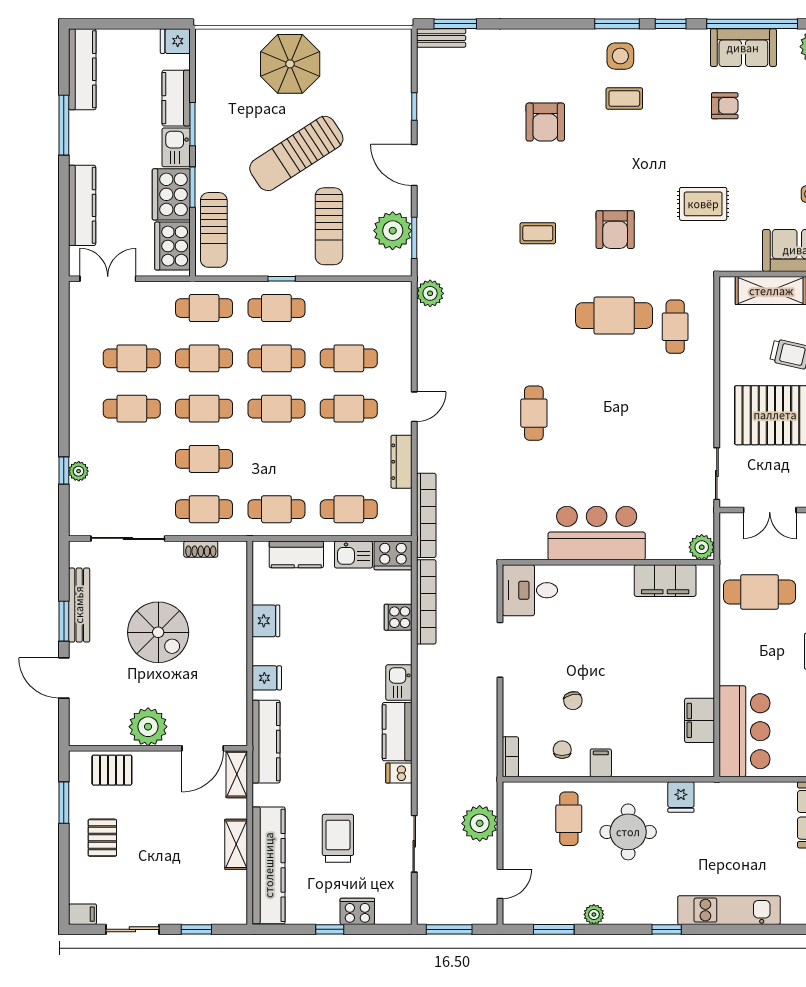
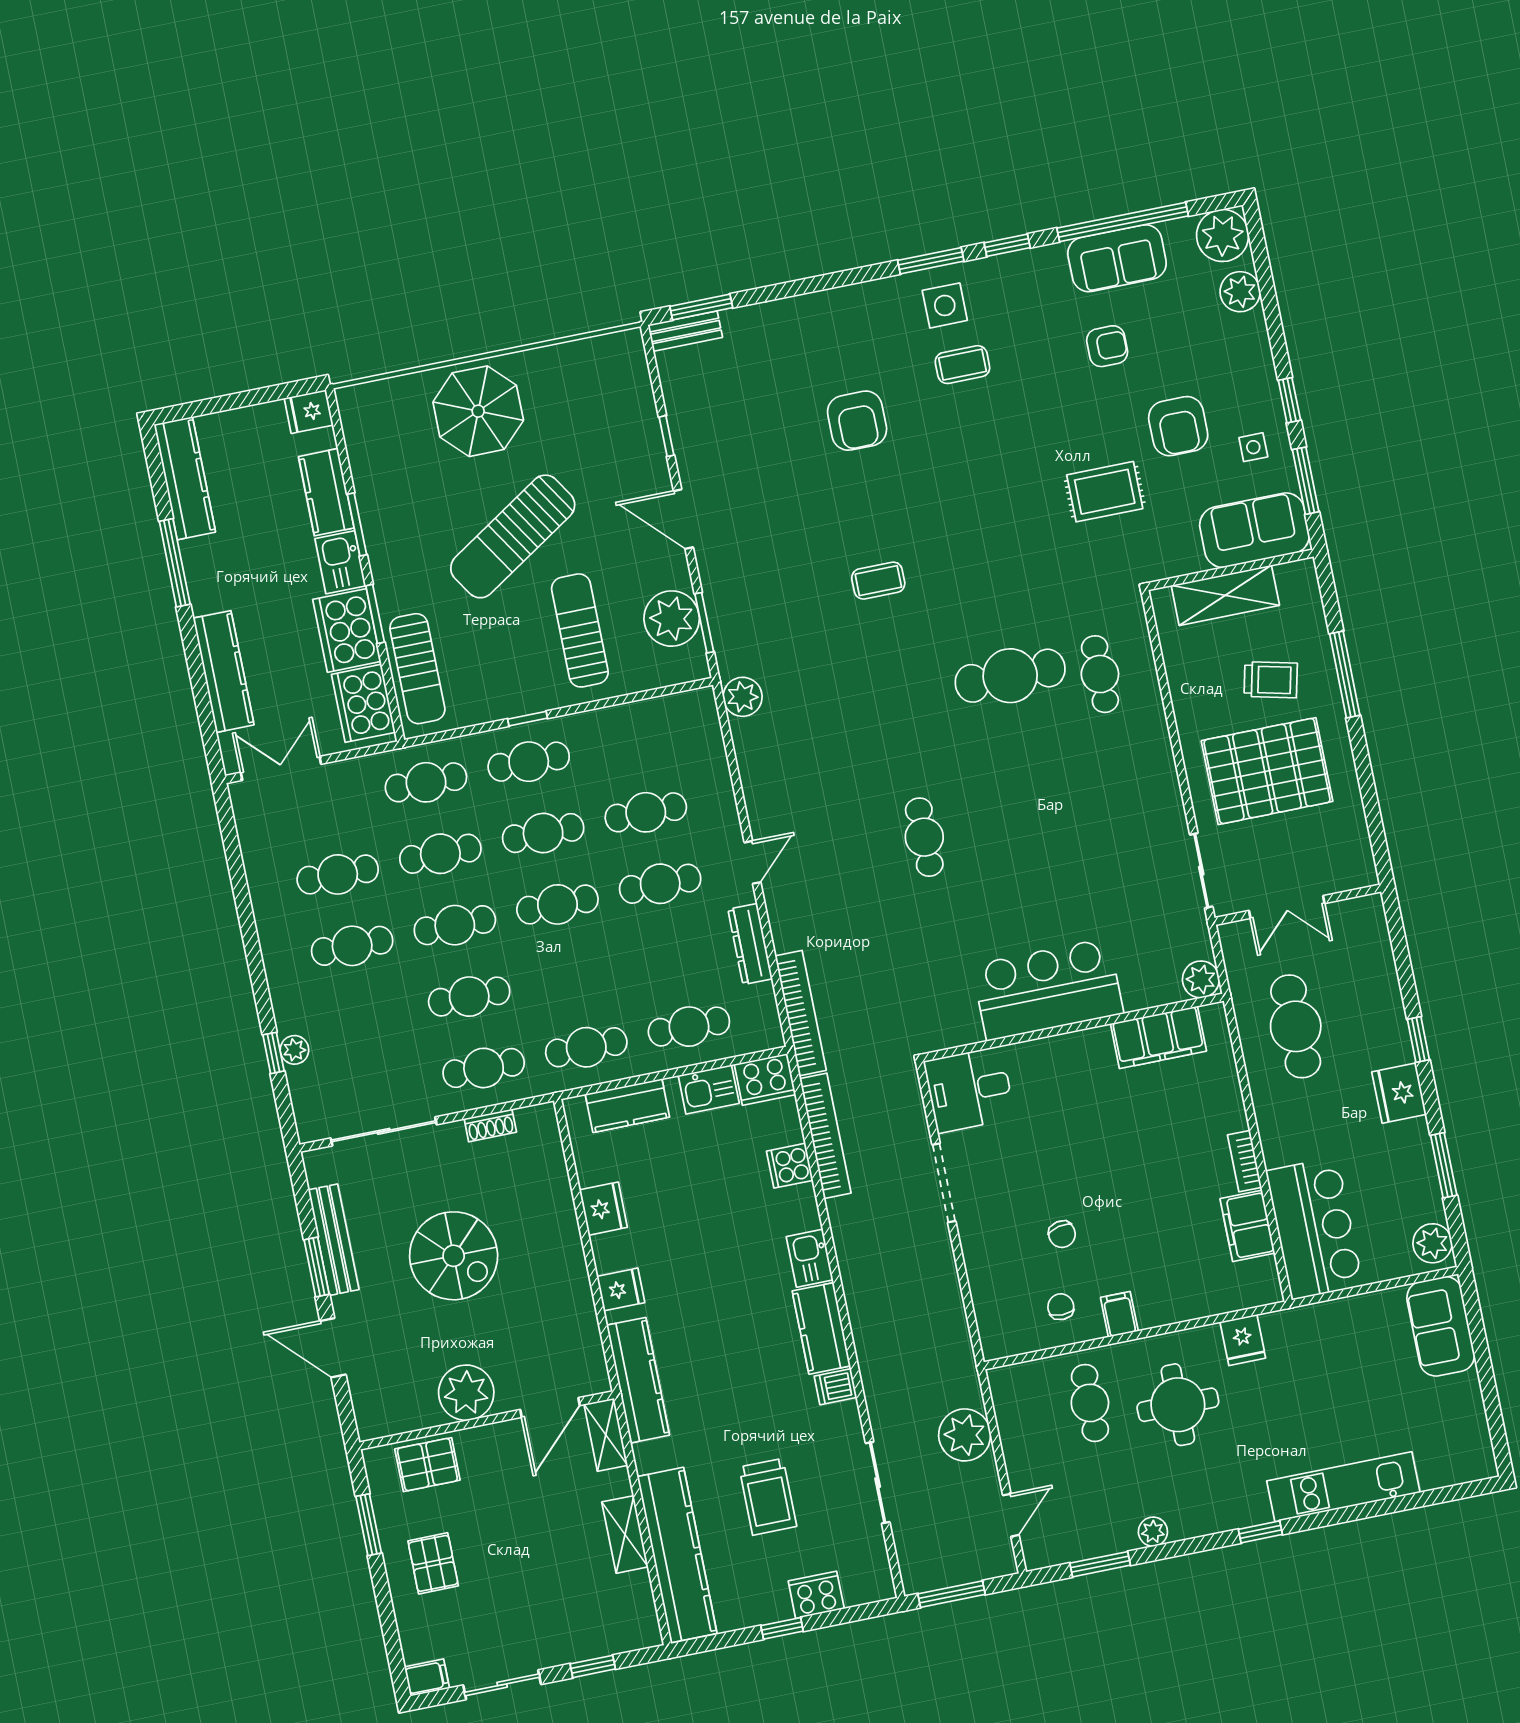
sun lounger: (329, 226) -> (580, 630), turned 180
armchair: (615, 230) -> (1178, 426), moved
cafe table: (759, 592) -> (1296, 1026), turned 90
bookcase: (510, 757) -> (1244, 1161), moved, turned 180
trolley: (338, 838) -> (768, 1497), turned 180

